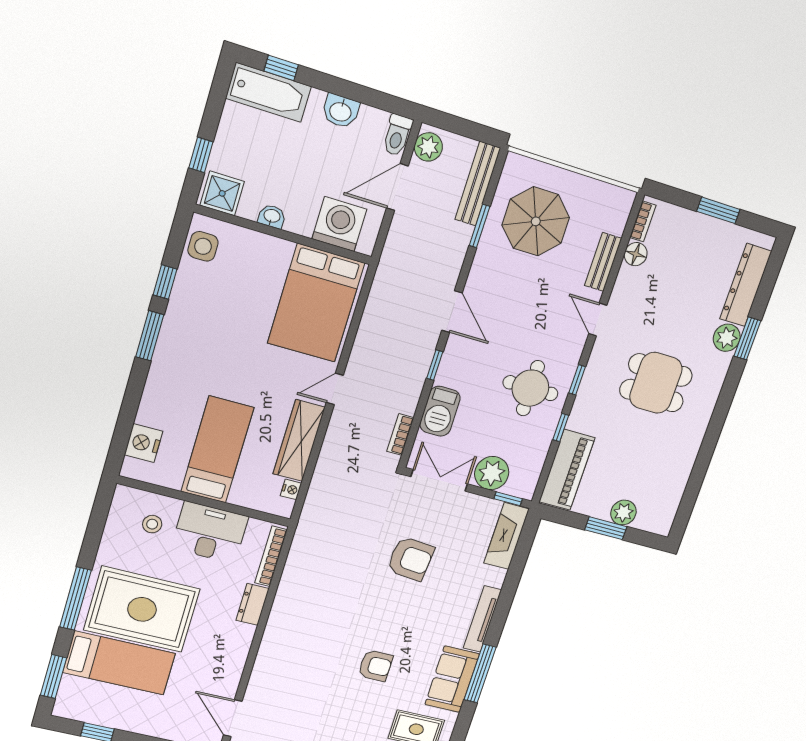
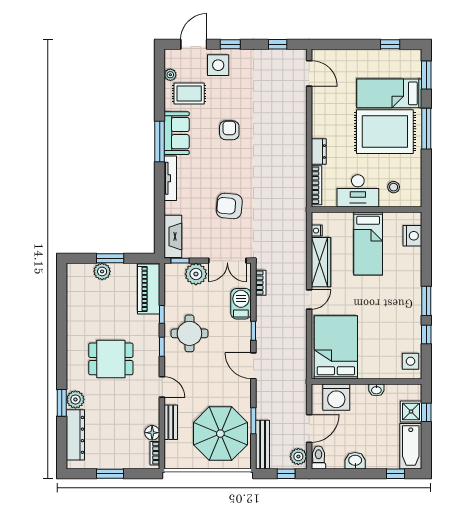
bathtub: (269, 92) -> (411, 446), moved, turned -90
window: (456, 125) -> (286, 474), added
shower: (222, 193) -> (411, 411), moved
parasol: (536, 221) -> (220, 434), width x1.36, depth x1.36
armchair: (375, 666) -> (229, 130), turned 90

